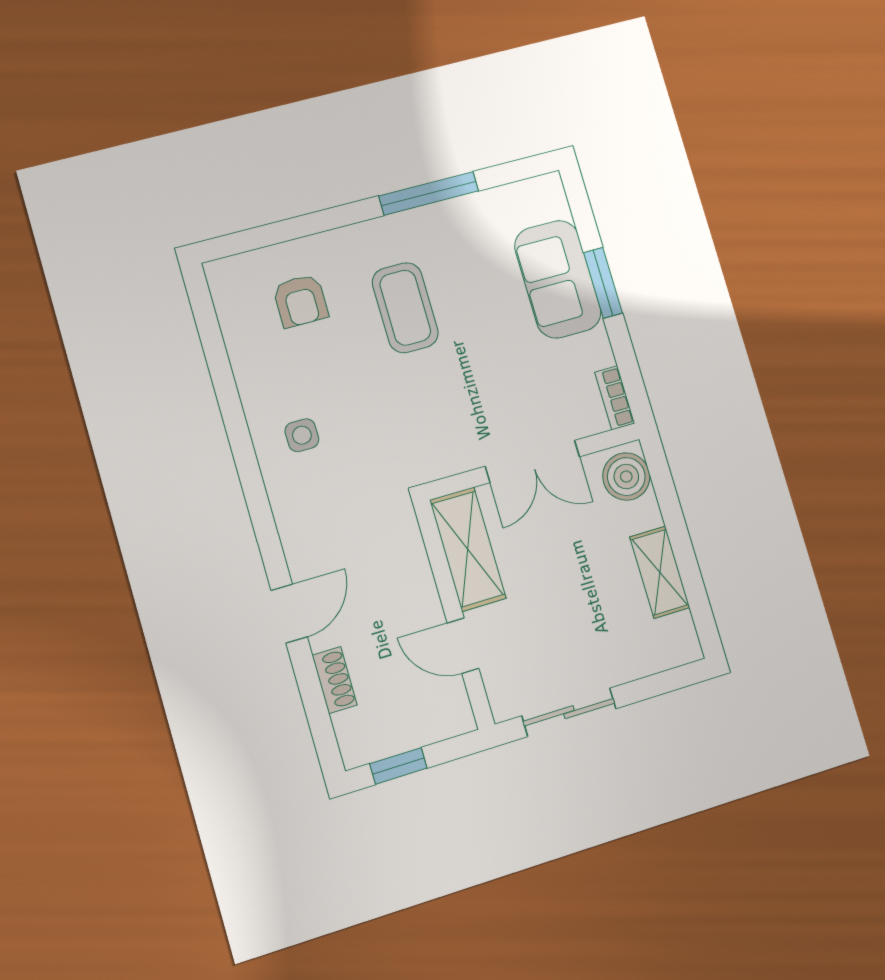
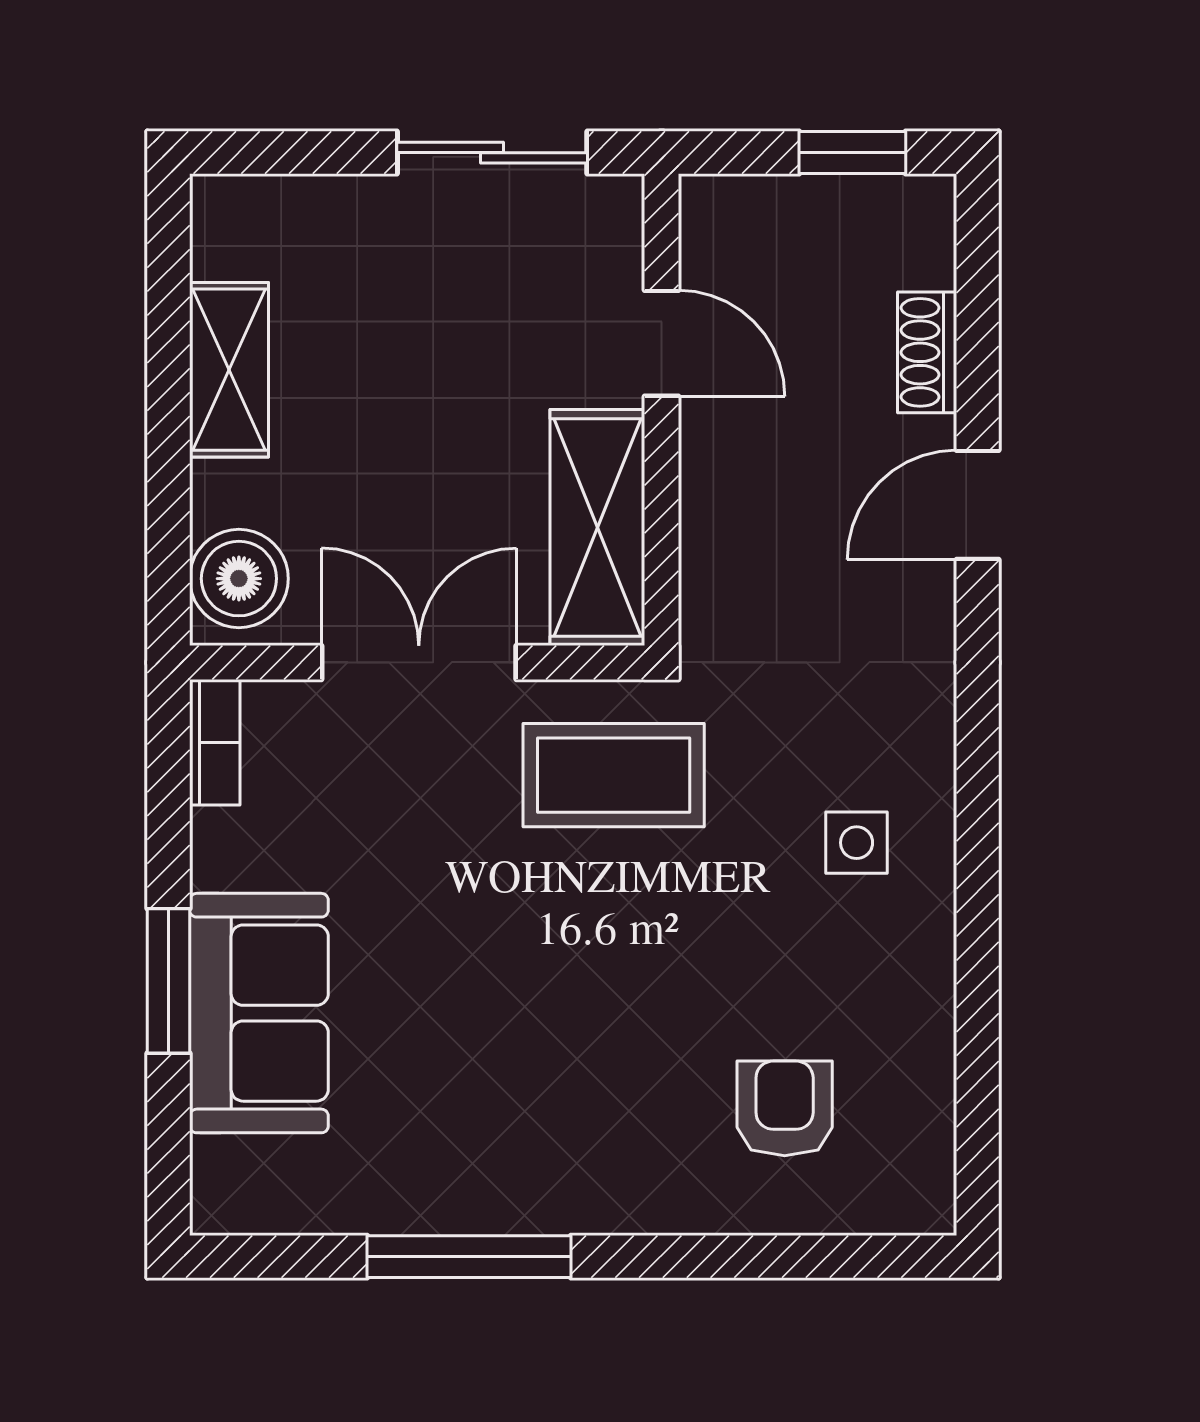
coffee table: (405, 308) -> (614, 775), moved, turned 90

